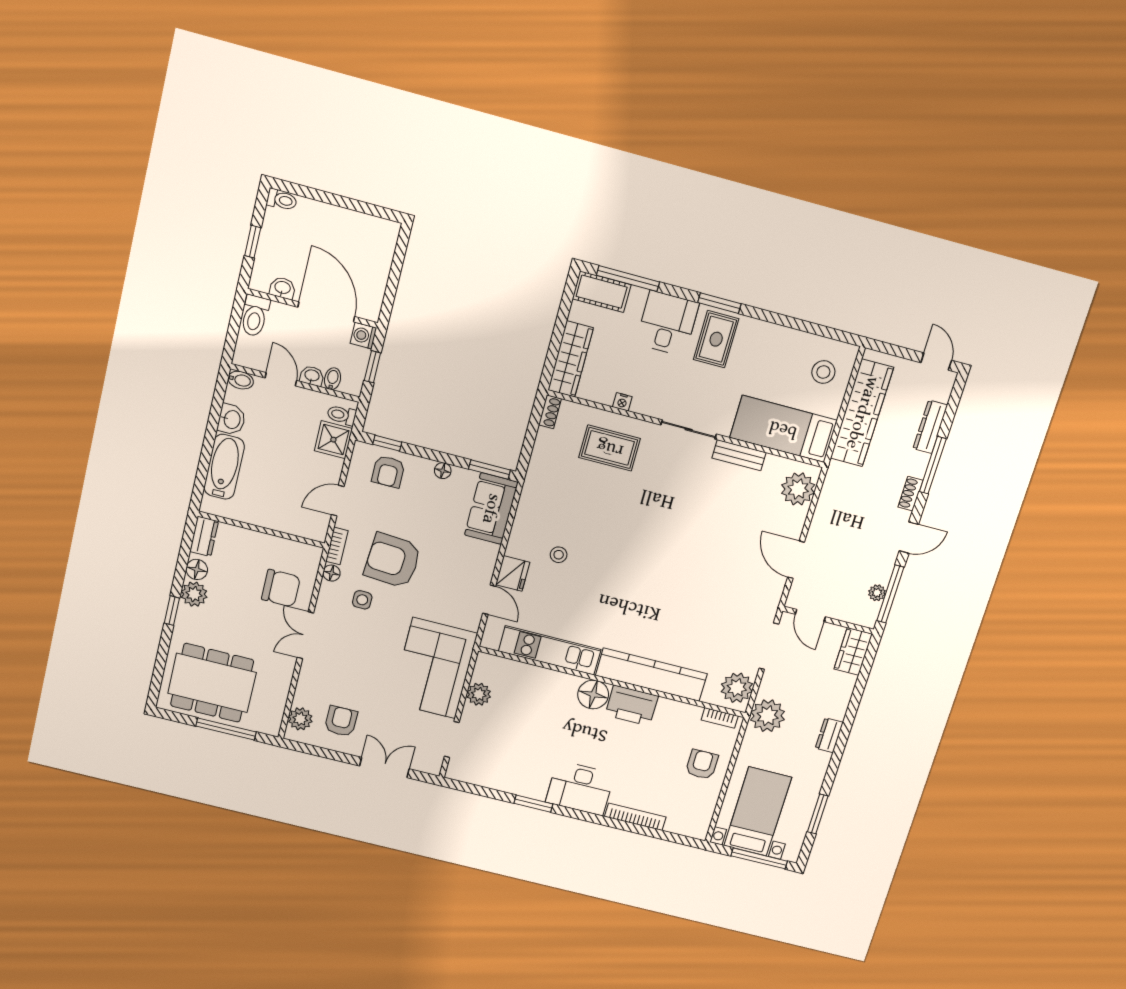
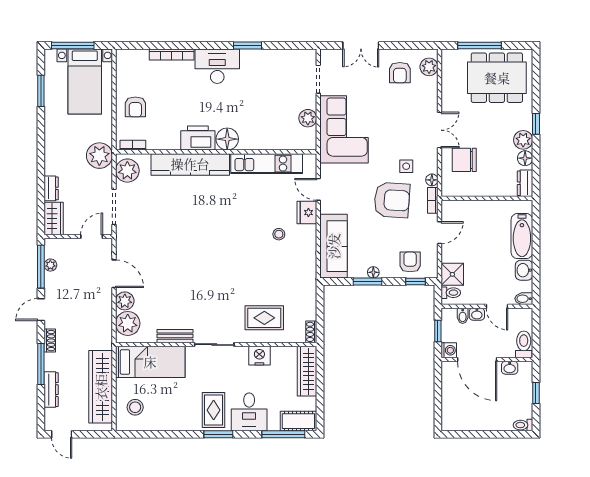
nightstand: (622, 402) -> (259, 356), width x1.89, depth x1.79
window: (489, 470) -> (368, 281), moved
sofa: (491, 509) -> (334, 246), width x1.36
plant: (793, 520) -> (125, 301), added
door: (810, 616) -> (92, 237), hinge flipped
dresser: (829, 735) -> (51, 188), moved

